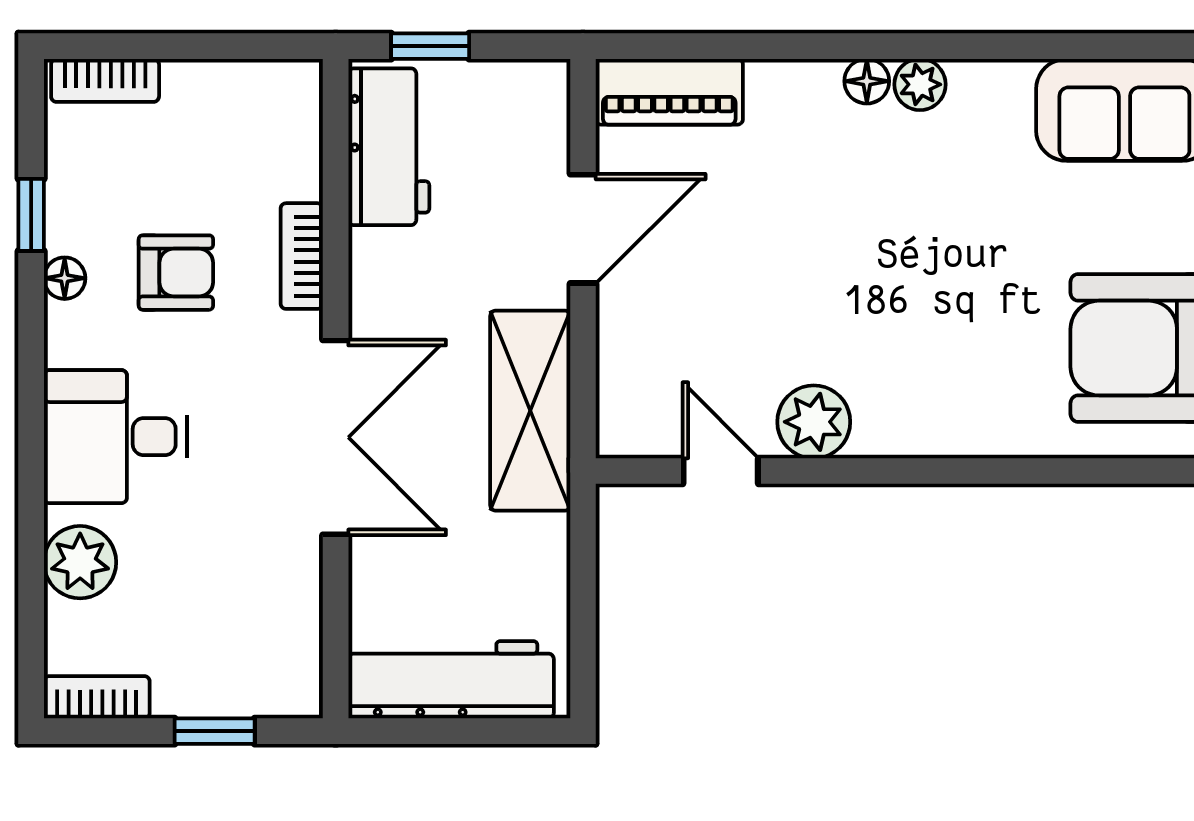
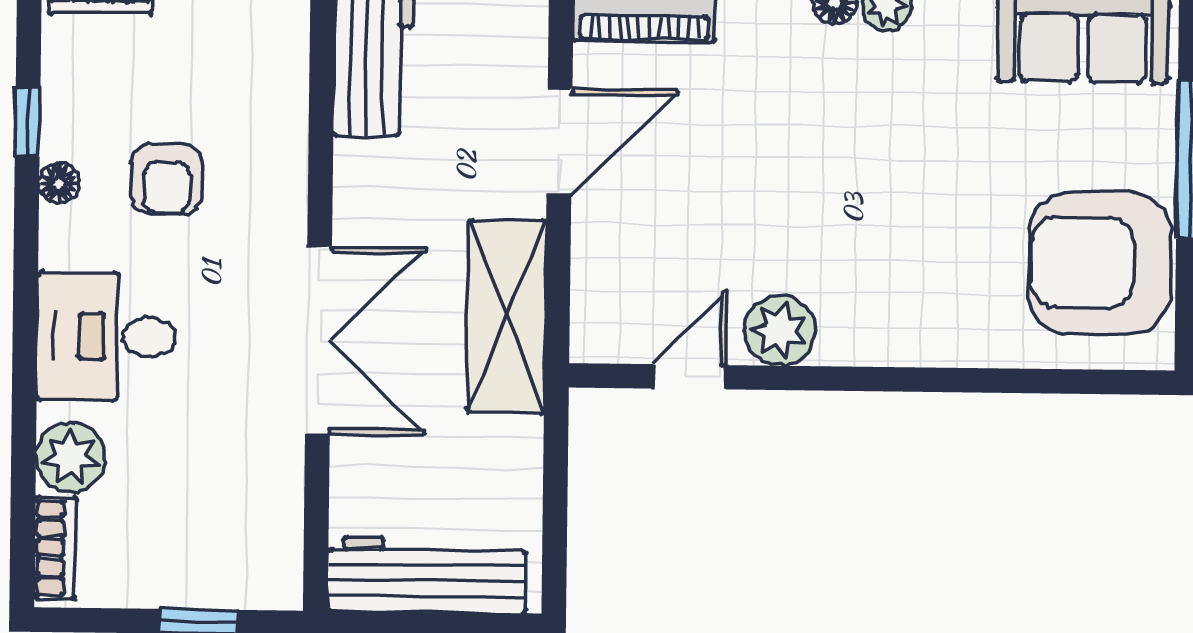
bookcase: (302, 256) -> (288, 165), removed
armchair: (176, 273) -> (166, 179), turned 90
door: (721, 471) -> (689, 377), hinge flipped
bookcase: (97, 697) -> (55, 548), moved, turned 90

